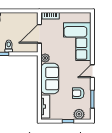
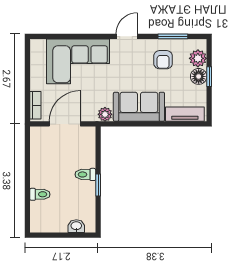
door: (39, 34) -> (65, 124), swing flipped
door: (92, 71) -> (127, 36), swing flipped
floor lamp: (68, 115) -> (199, 76), added

